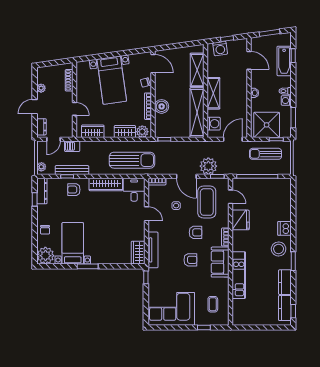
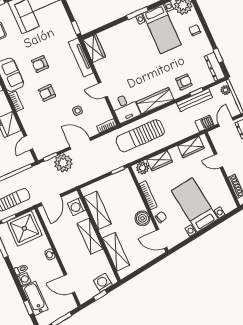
washing machine: (286, 100) -> (24, 279), moved
boiler: (162, 106) -> (142, 218), moved
shelving: (197, 113) -> (98, 210), width x0.68
door: (231, 197) -> (28, 143), hinge flipped
coffee table: (207, 202) -> (49, 127), removed

